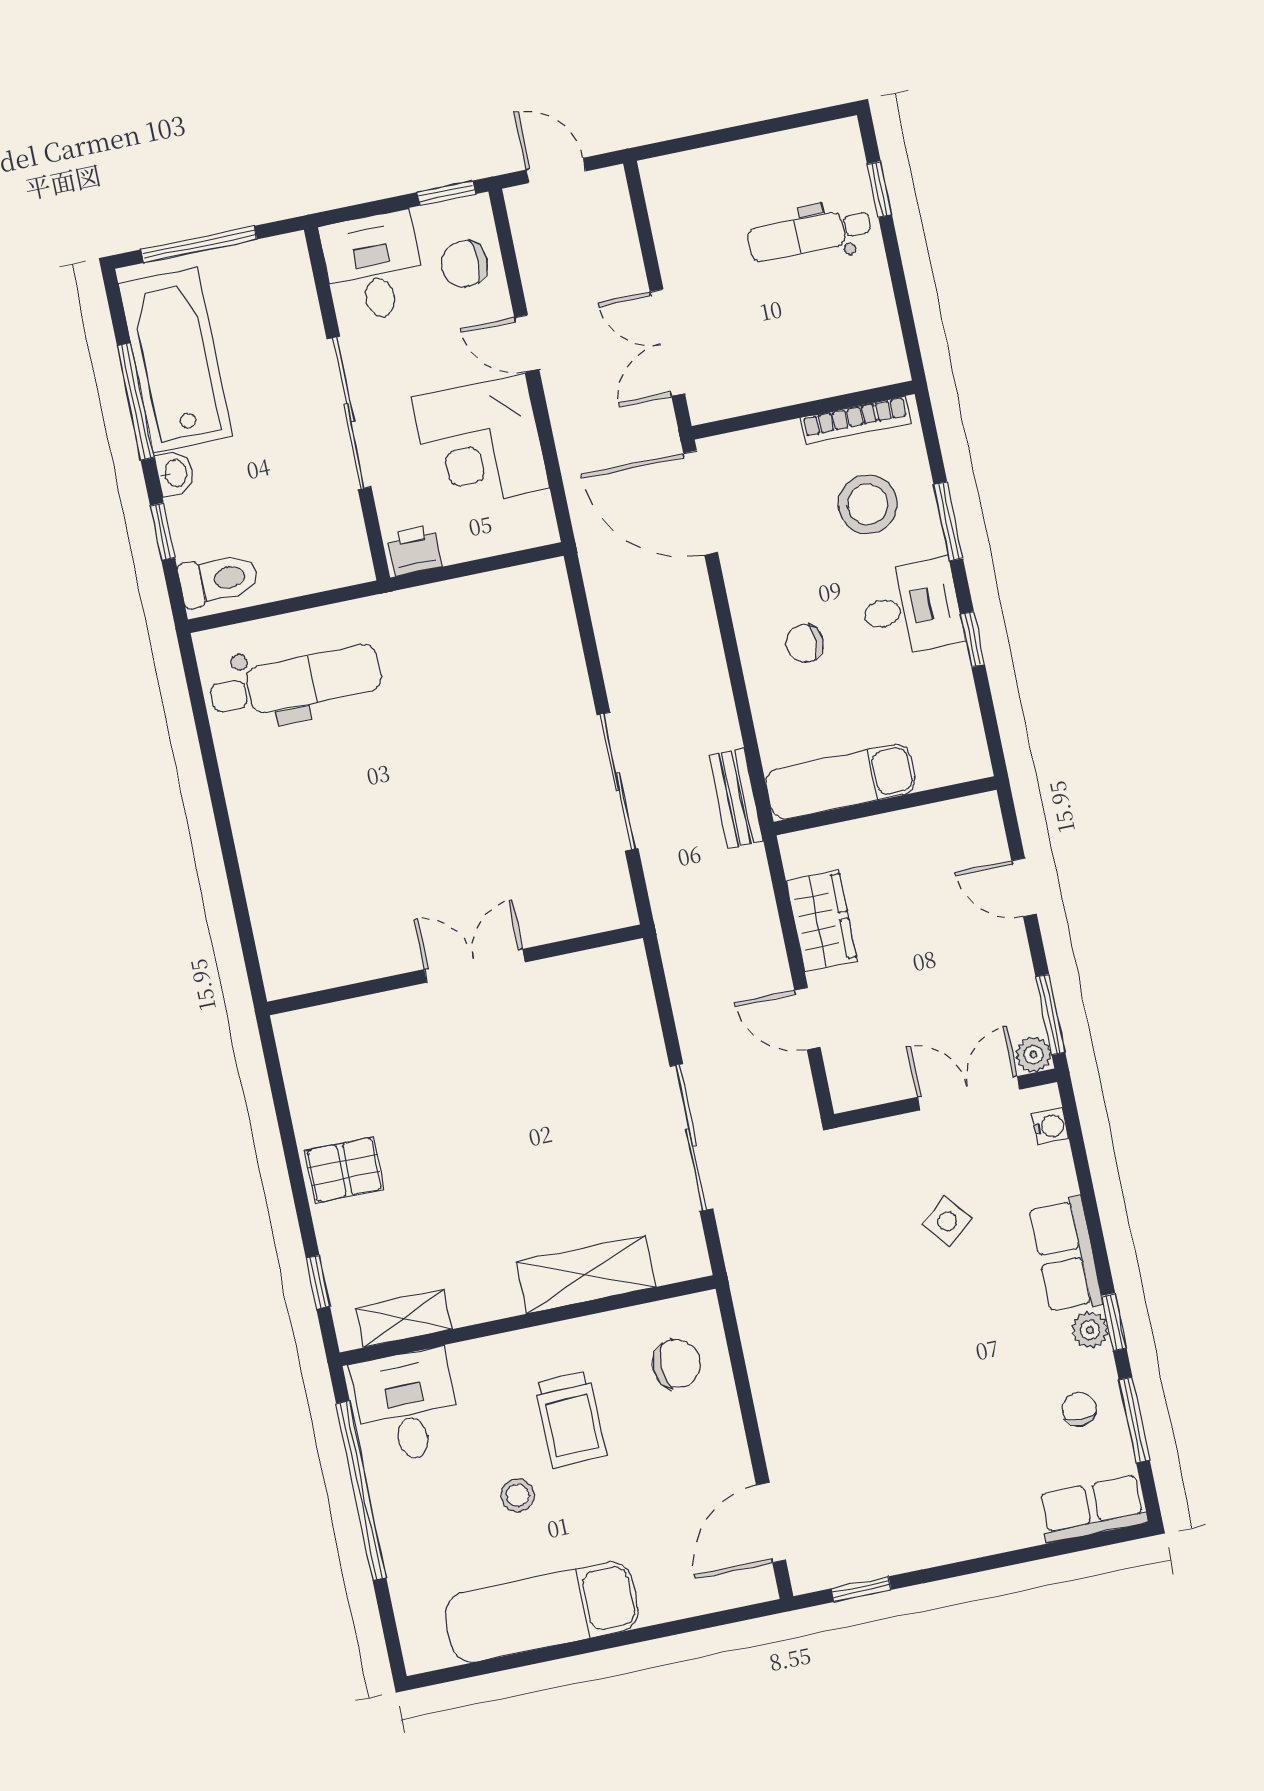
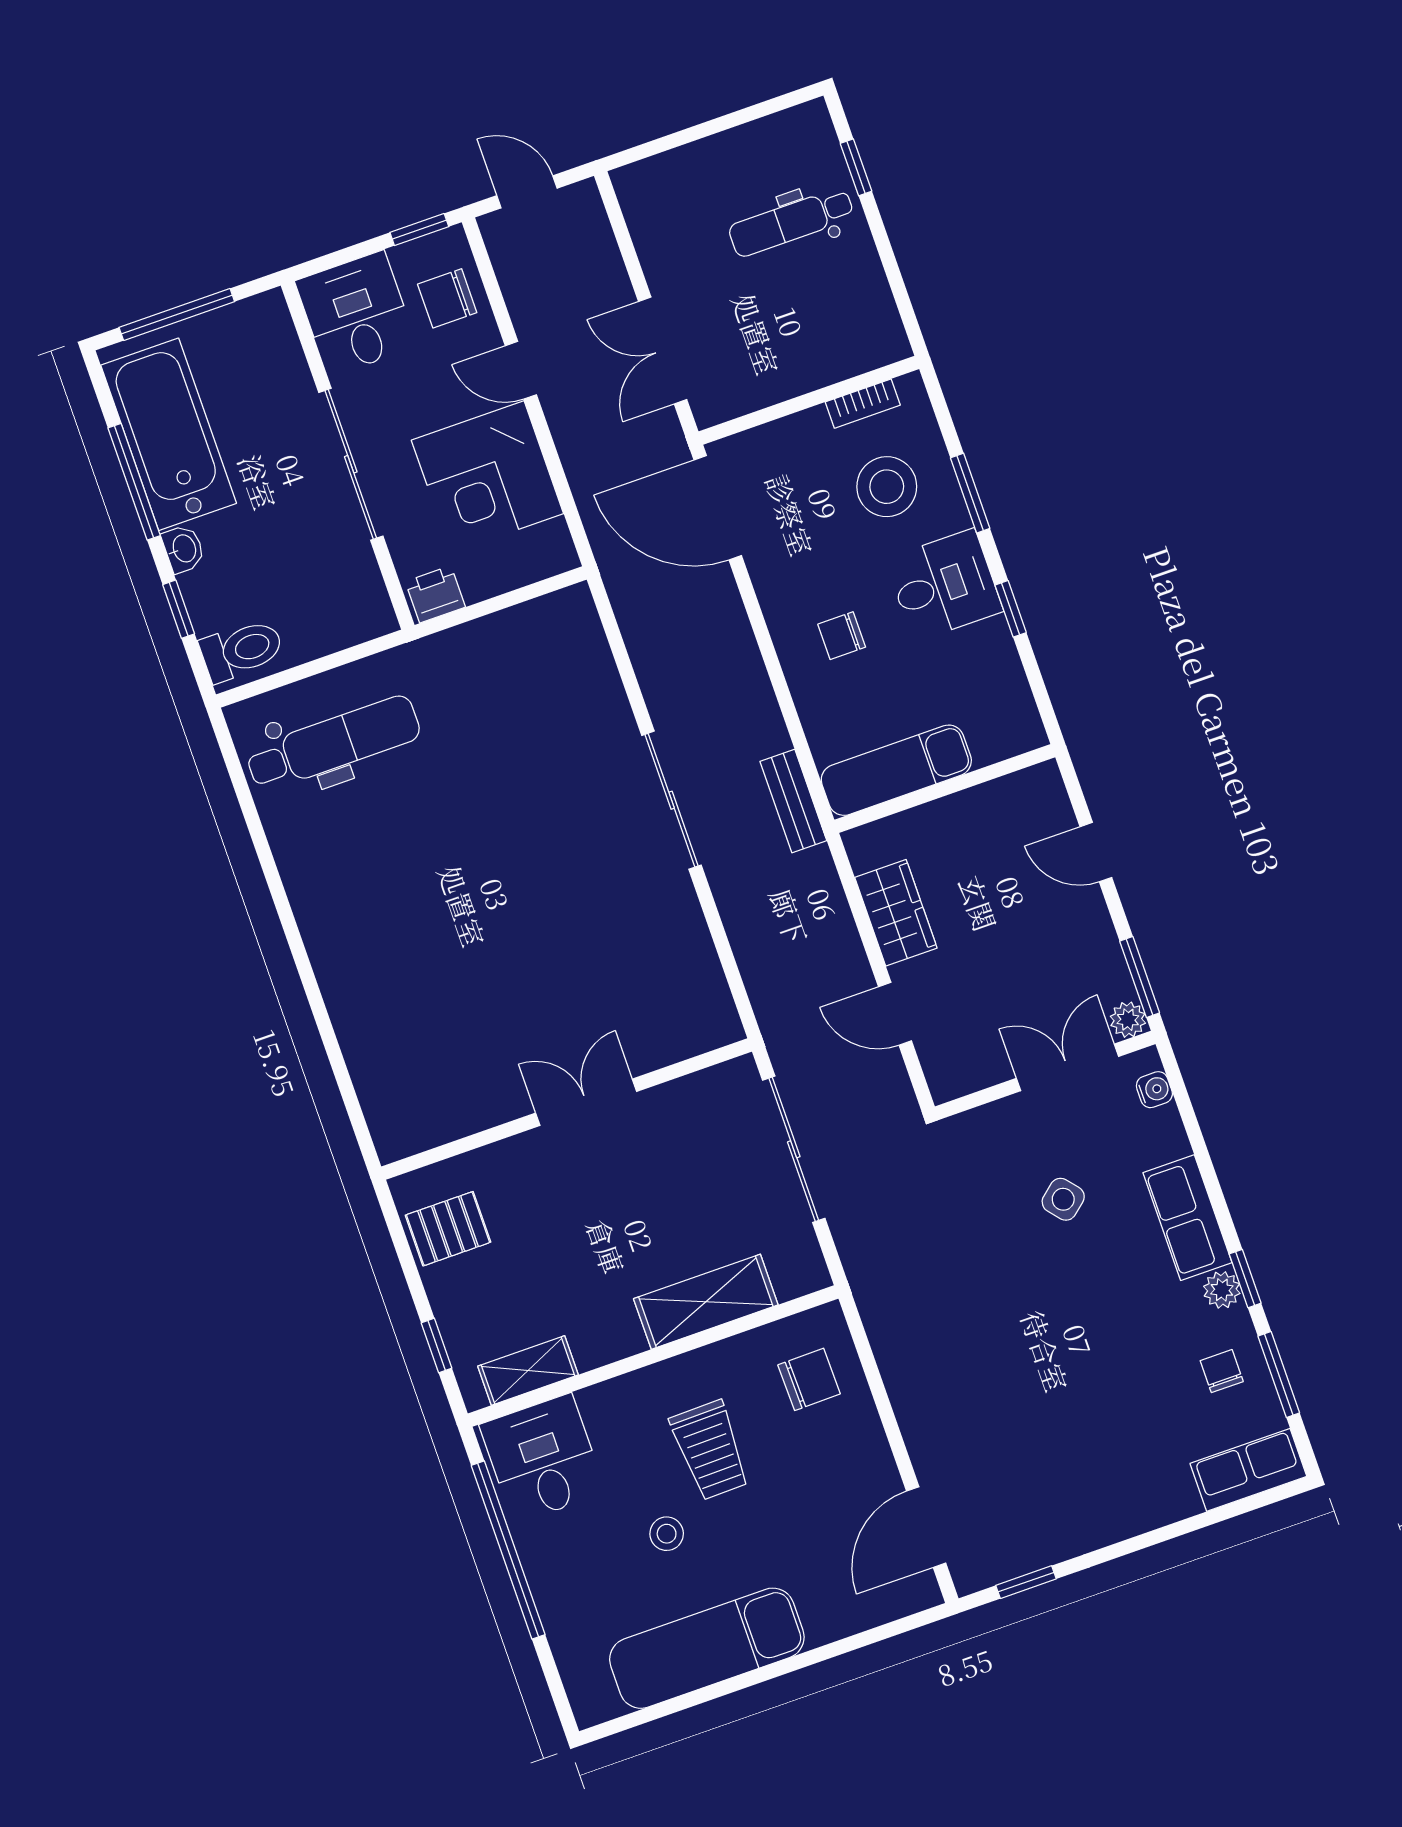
bookcase: (855, 420) -> (863, 404), width x0.64
double door: (475, 966) -> (586, 1102), moved
wall: (455, 970) -> (567, 1109), moved

